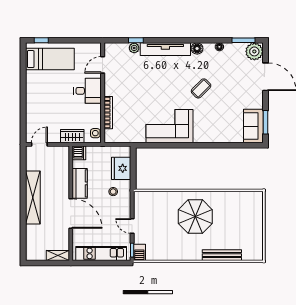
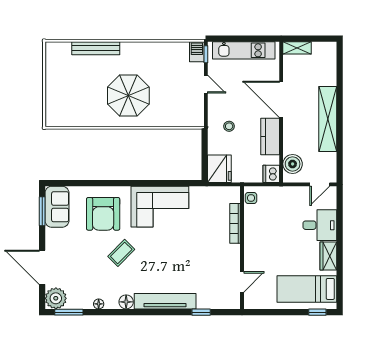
plant: (134, 48) -> (203, 303), removed
desk: (88, 91) -> (320, 225), moved, turned 180
armchair: (216, 120) -> (103, 214), added
wardrobe: (72, 136) -> (328, 256), moved, turned 90
boiler: (61, 161) -> (293, 164), added
fridge: (121, 168) -> (219, 169), moved

